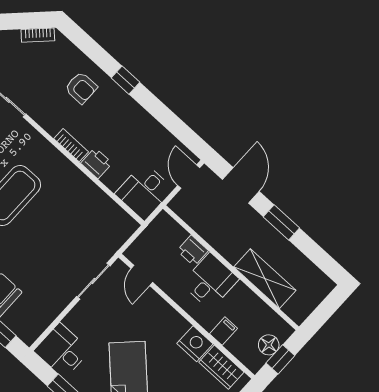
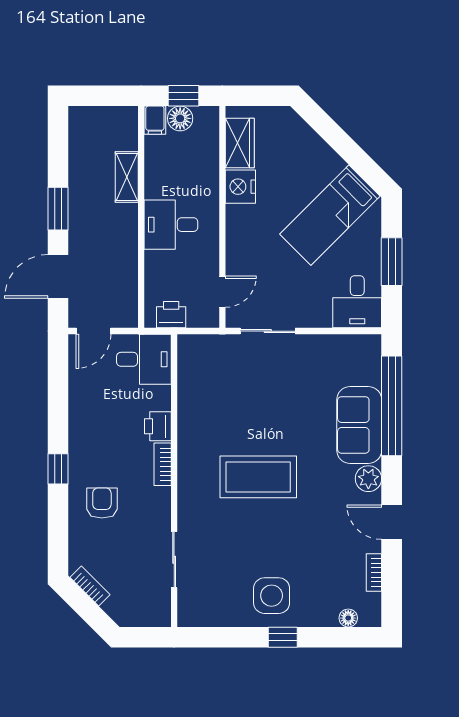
printer: (193, 251) -> (171, 315), moved, turned -90
shelving: (265, 279) -> (127, 177), width x0.67, depth x0.75
filing cabinet: (224, 331) -> (155, 120), moved, turned -90

